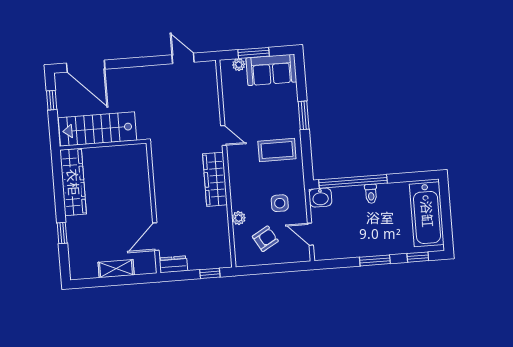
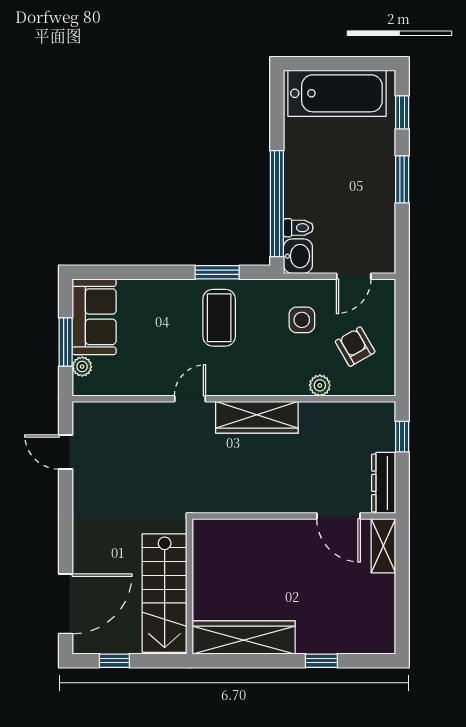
door: (183, 58) -> (66, 452), hinge flipped
window: (304, 115) -> (217, 272), moved
toilet: (371, 194) -> (298, 228), moved
dresser: (173, 264) -> (384, 483), width x1.44
shelving: (116, 269) -> (383, 546), moved

